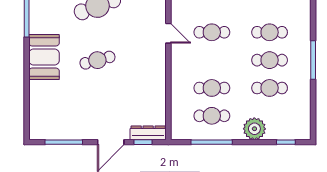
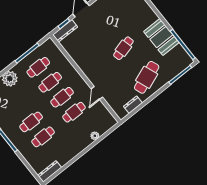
door: (168, 33) -> (97, 93), hinge flipped
booth: (44, 57) -> (161, 37), moved
cafe table: (270, 88) -> (62, 97), moved

